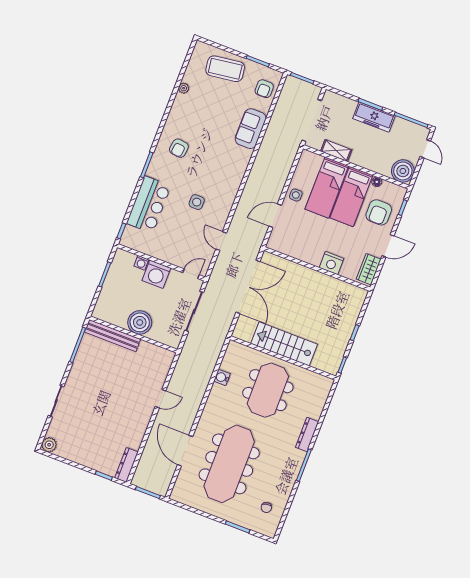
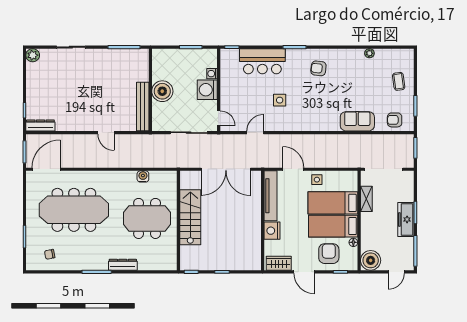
coffee table: (225, 69) -> (399, 81), width x0.54, depth x0.58
armchair: (379, 212) -> (329, 254), turned 90
tv unit: (294, 250) -> (271, 196), added
bench: (113, 336) -> (143, 107), moved
door: (185, 451) -> (46, 169), moved

